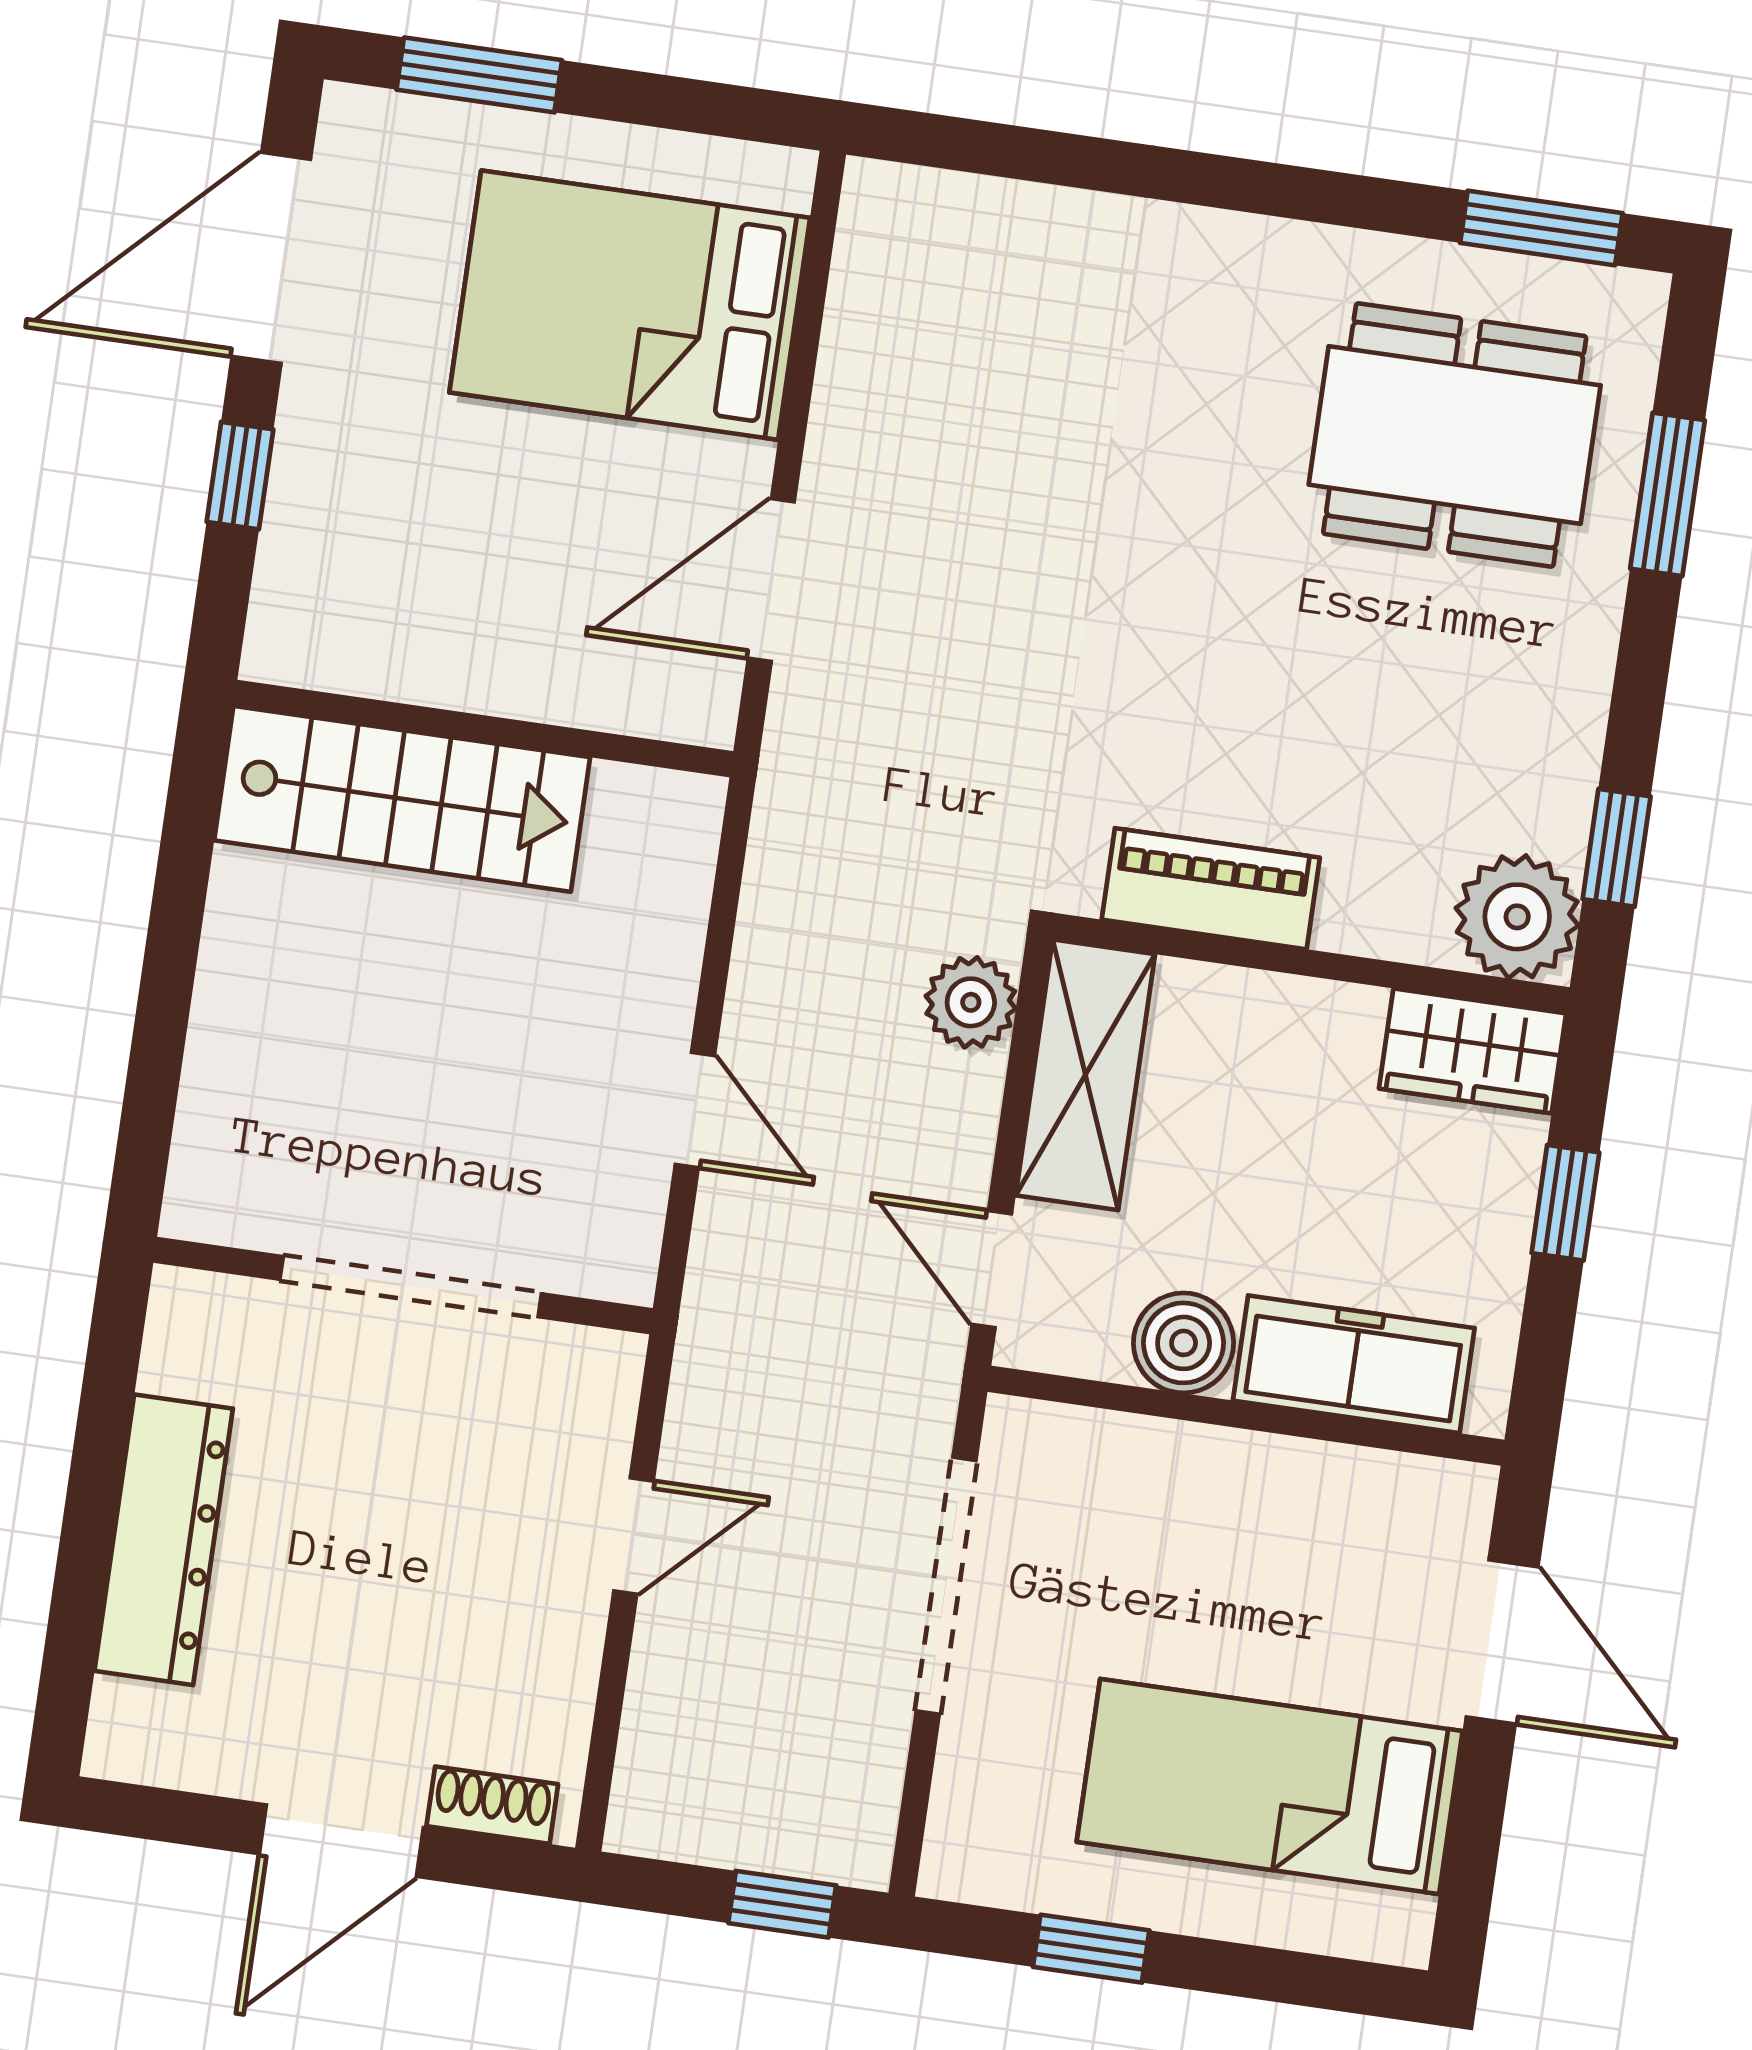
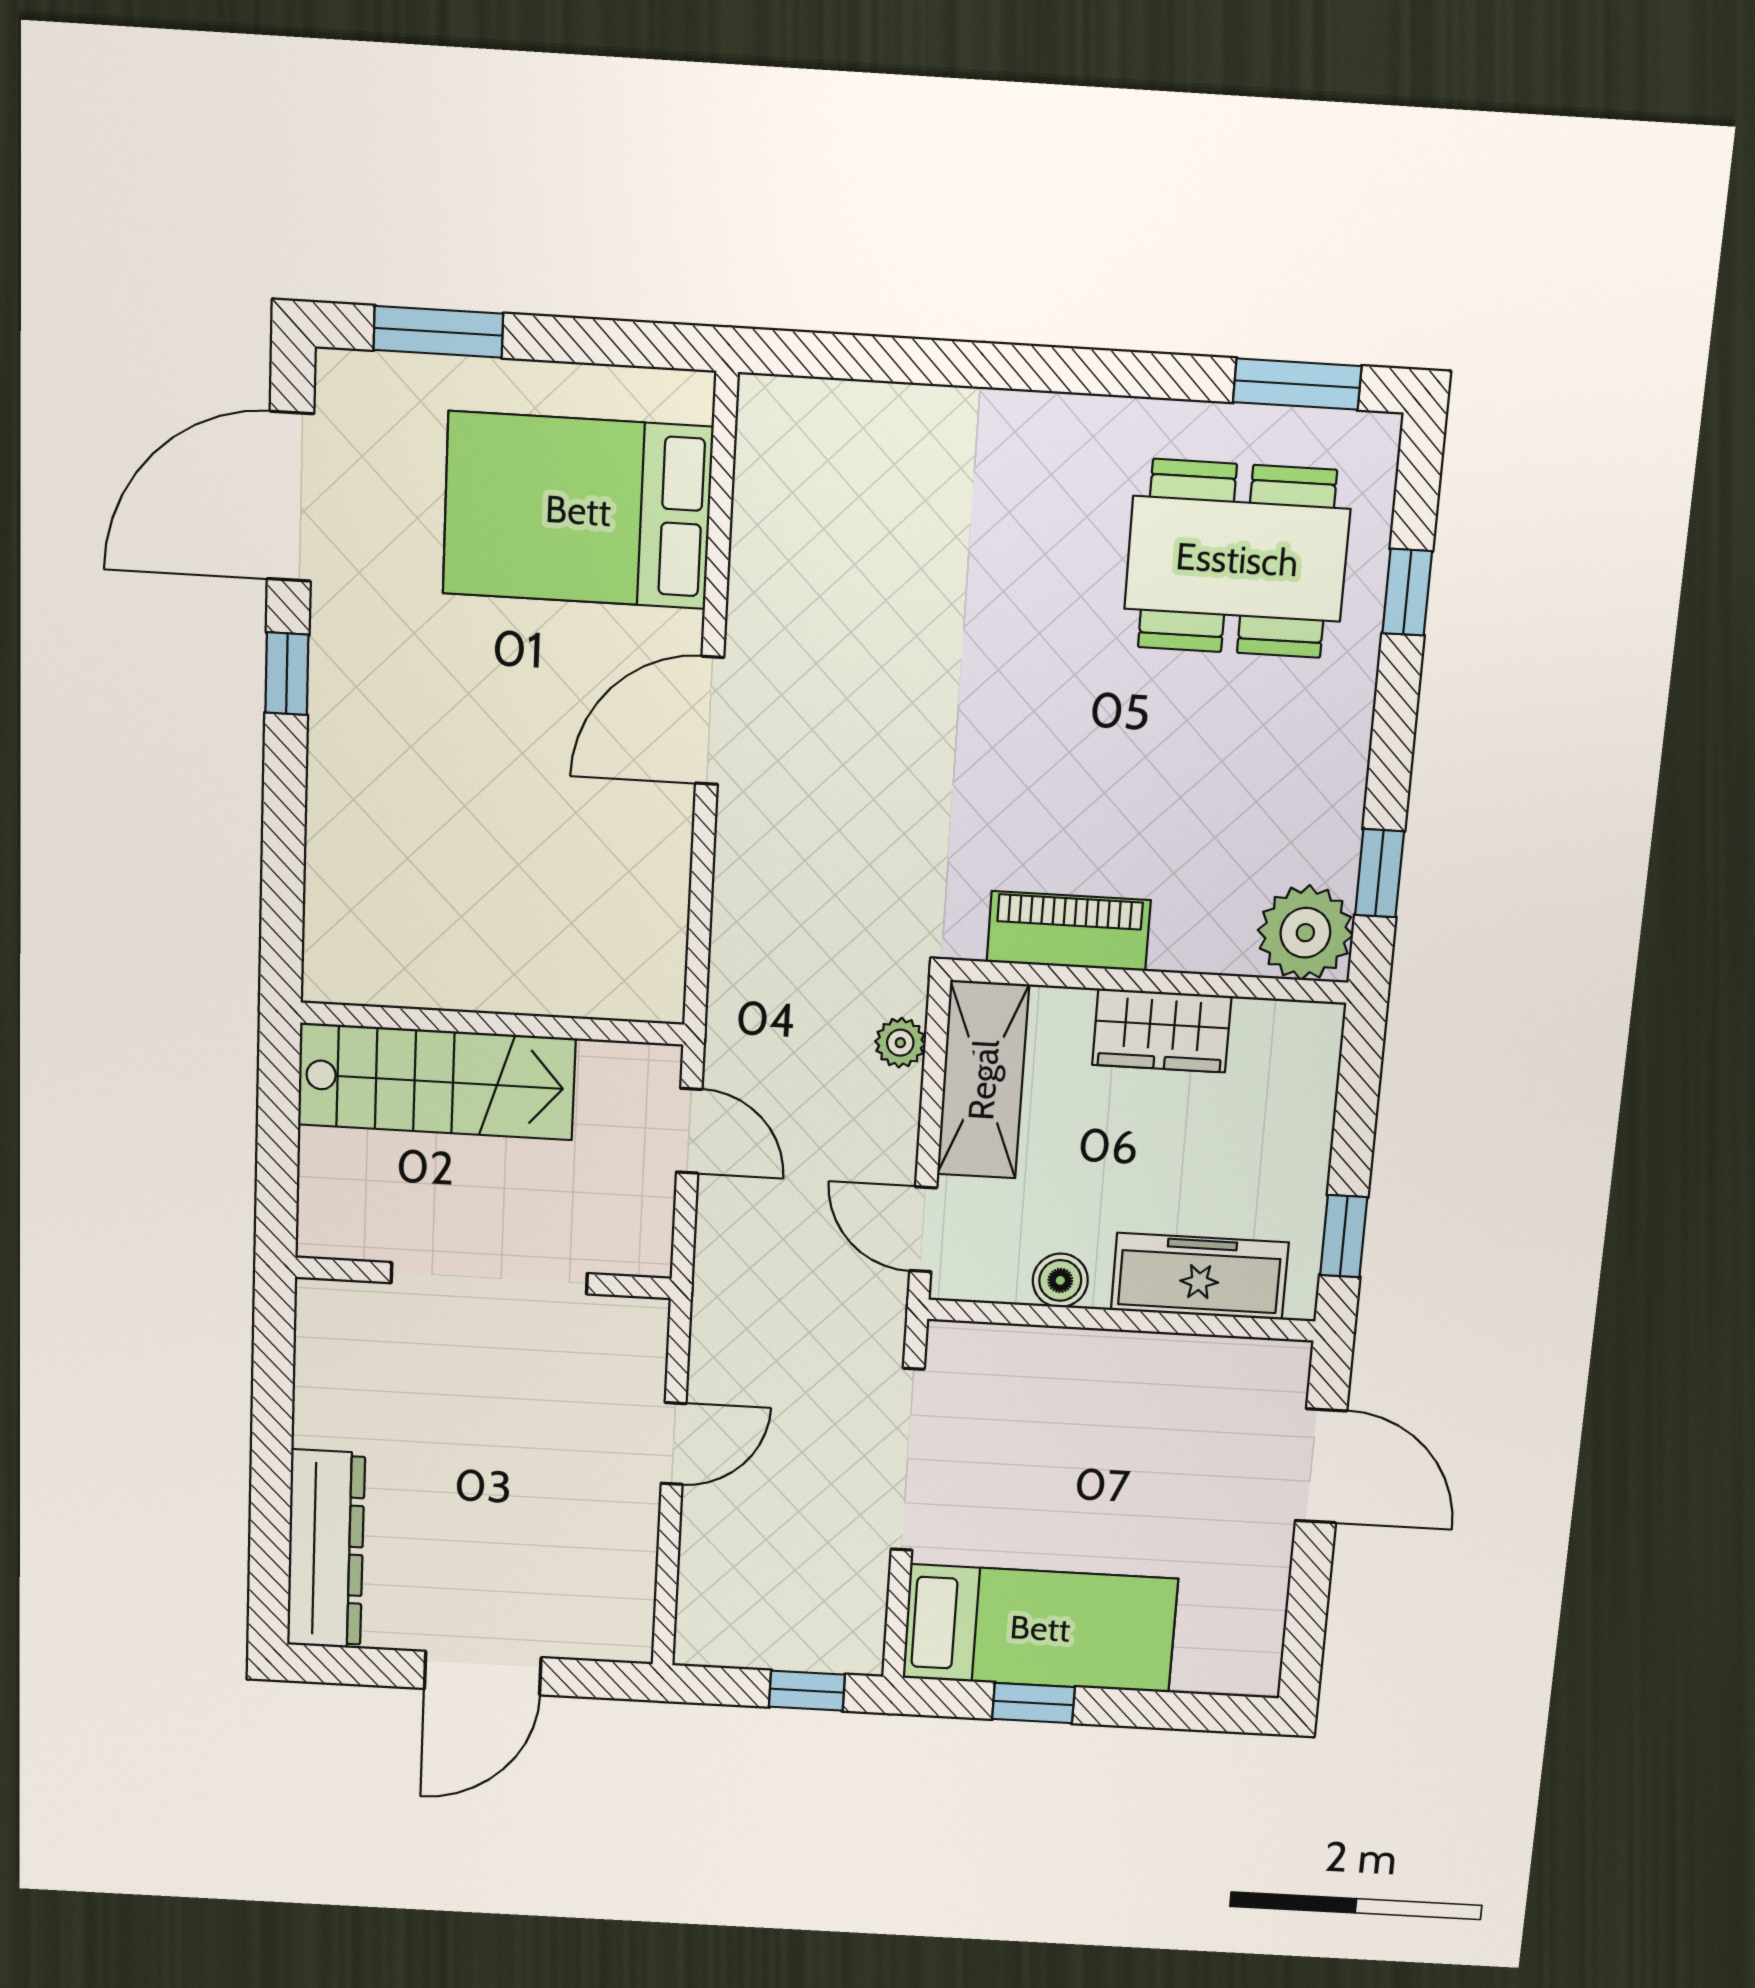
window: (1667, 494) -> (1407, 592), width x0.67
wall: (483, 728) -> (492, 1024), moved
stairs: (402, 799) -> (437, 1082), moved
plant: (971, 1002) -> (900, 1043), width x0.73, depth x0.73
wardrobe: (1472, 1051) -> (1162, 1031), moved
window: (1565, 1203) -> (1344, 1236), moved
boiler: (1184, 1343) -> (1060, 1280), width x0.73, depth x0.73
dresser: (164, 1540) -> (326, 1549), moved
bed: (1270, 1787) -> (1040, 1628), moved, turned 180
shoe rack: (492, 1805) -> (590, 1640), removed

